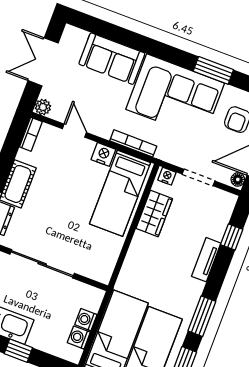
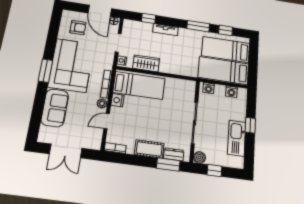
window: (213, 70) -> (45, 71), moved
plant: (43, 107) -> (102, 103), moved
washing machine: (86, 320) -> (209, 88), moved

